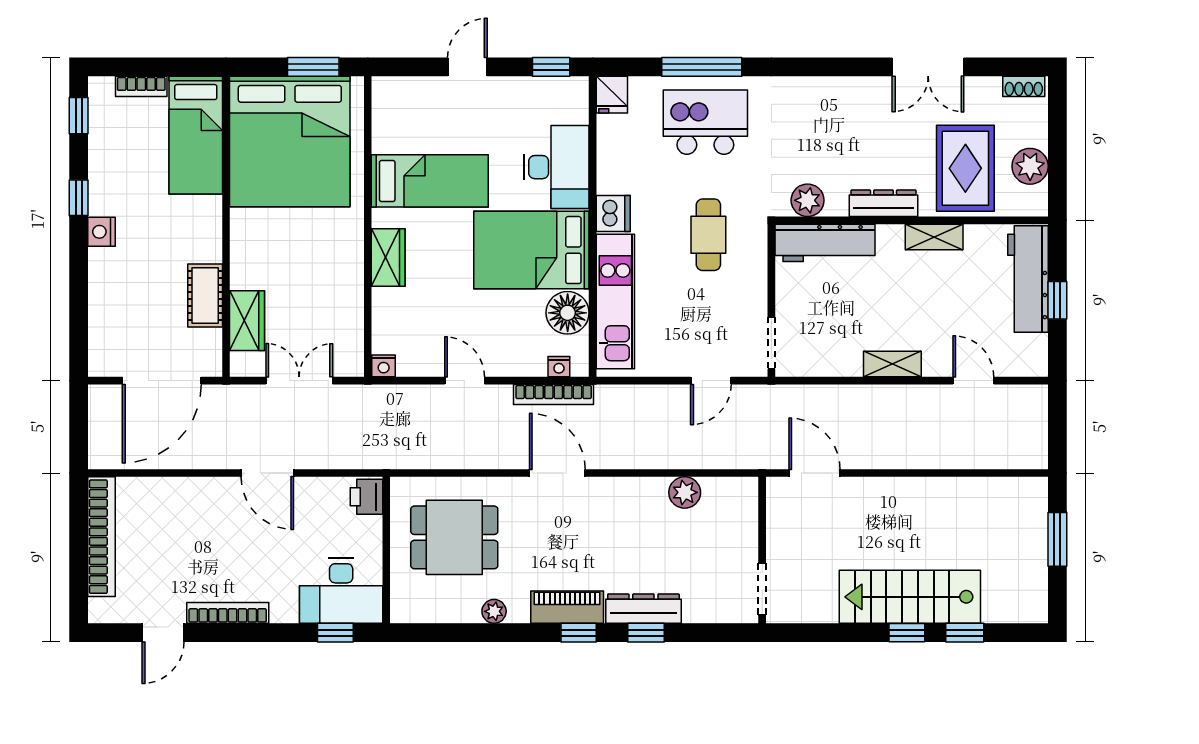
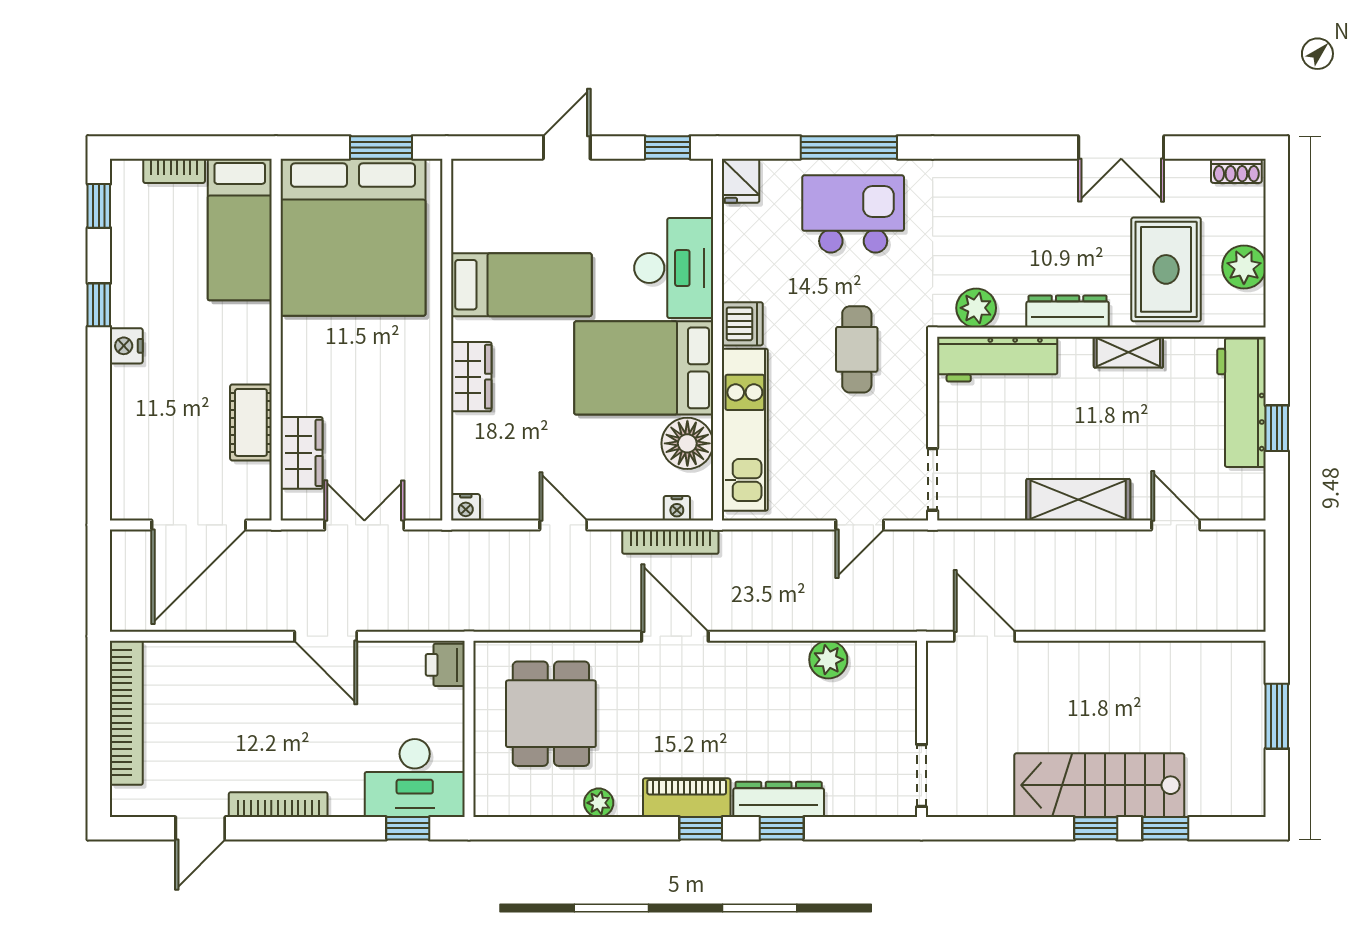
shelving: (892, 364) -> (1078, 500), width x1.50, depth x1.33
dining table: (454, 537) -> (551, 714), turned 90

